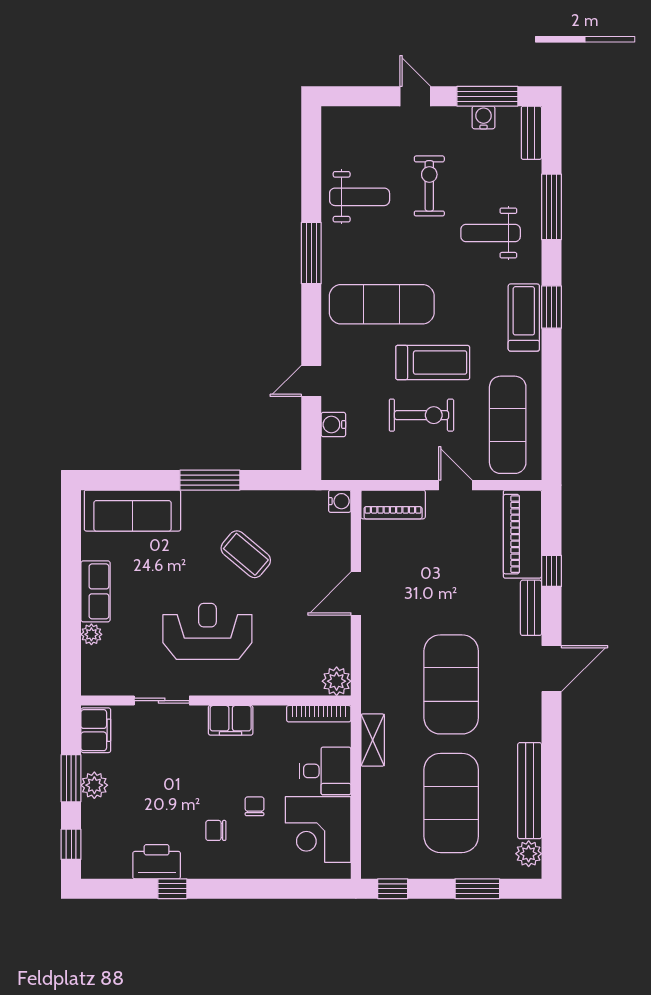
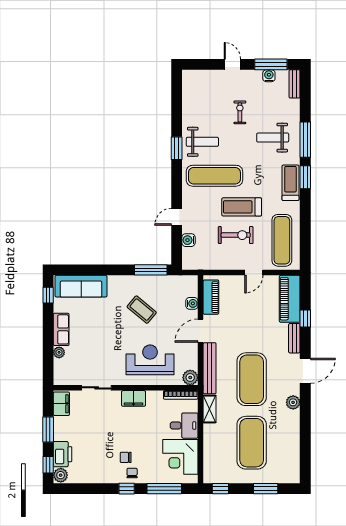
exercise bike: (429, 186) -> (240, 112), width x0.73, depth x0.72
weight bench: (360, 197) -> (202, 142), moved
window: (552, 207) -> (305, 140), moved
window: (311, 253) -> (177, 148), width x0.69
treadmill: (433, 363) -> (242, 207), turned 180
window: (210, 480) -> (151, 270), moved
door: (455, 485) -> (254, 273), swing flipped
water cooler: (340, 501) -> (192, 303), moved
piano: (393, 504) -> (211, 297), moved, turned -90
window: (71, 527) -> (48, 295), added
reception desk: (207, 631) -> (150, 360), moved
plant: (94, 785) -> (61, 475), moved
bench: (530, 791) -> (210, 368), moved
chair: (255, 806) -> (132, 473), moved
plant: (529, 854) -> (293, 402), moved
printer: (157, 862) -> (63, 454), moved, turned 90
window: (172, 889) -> (127, 489), moved
window: (288, 889) -> (164, 489), added

